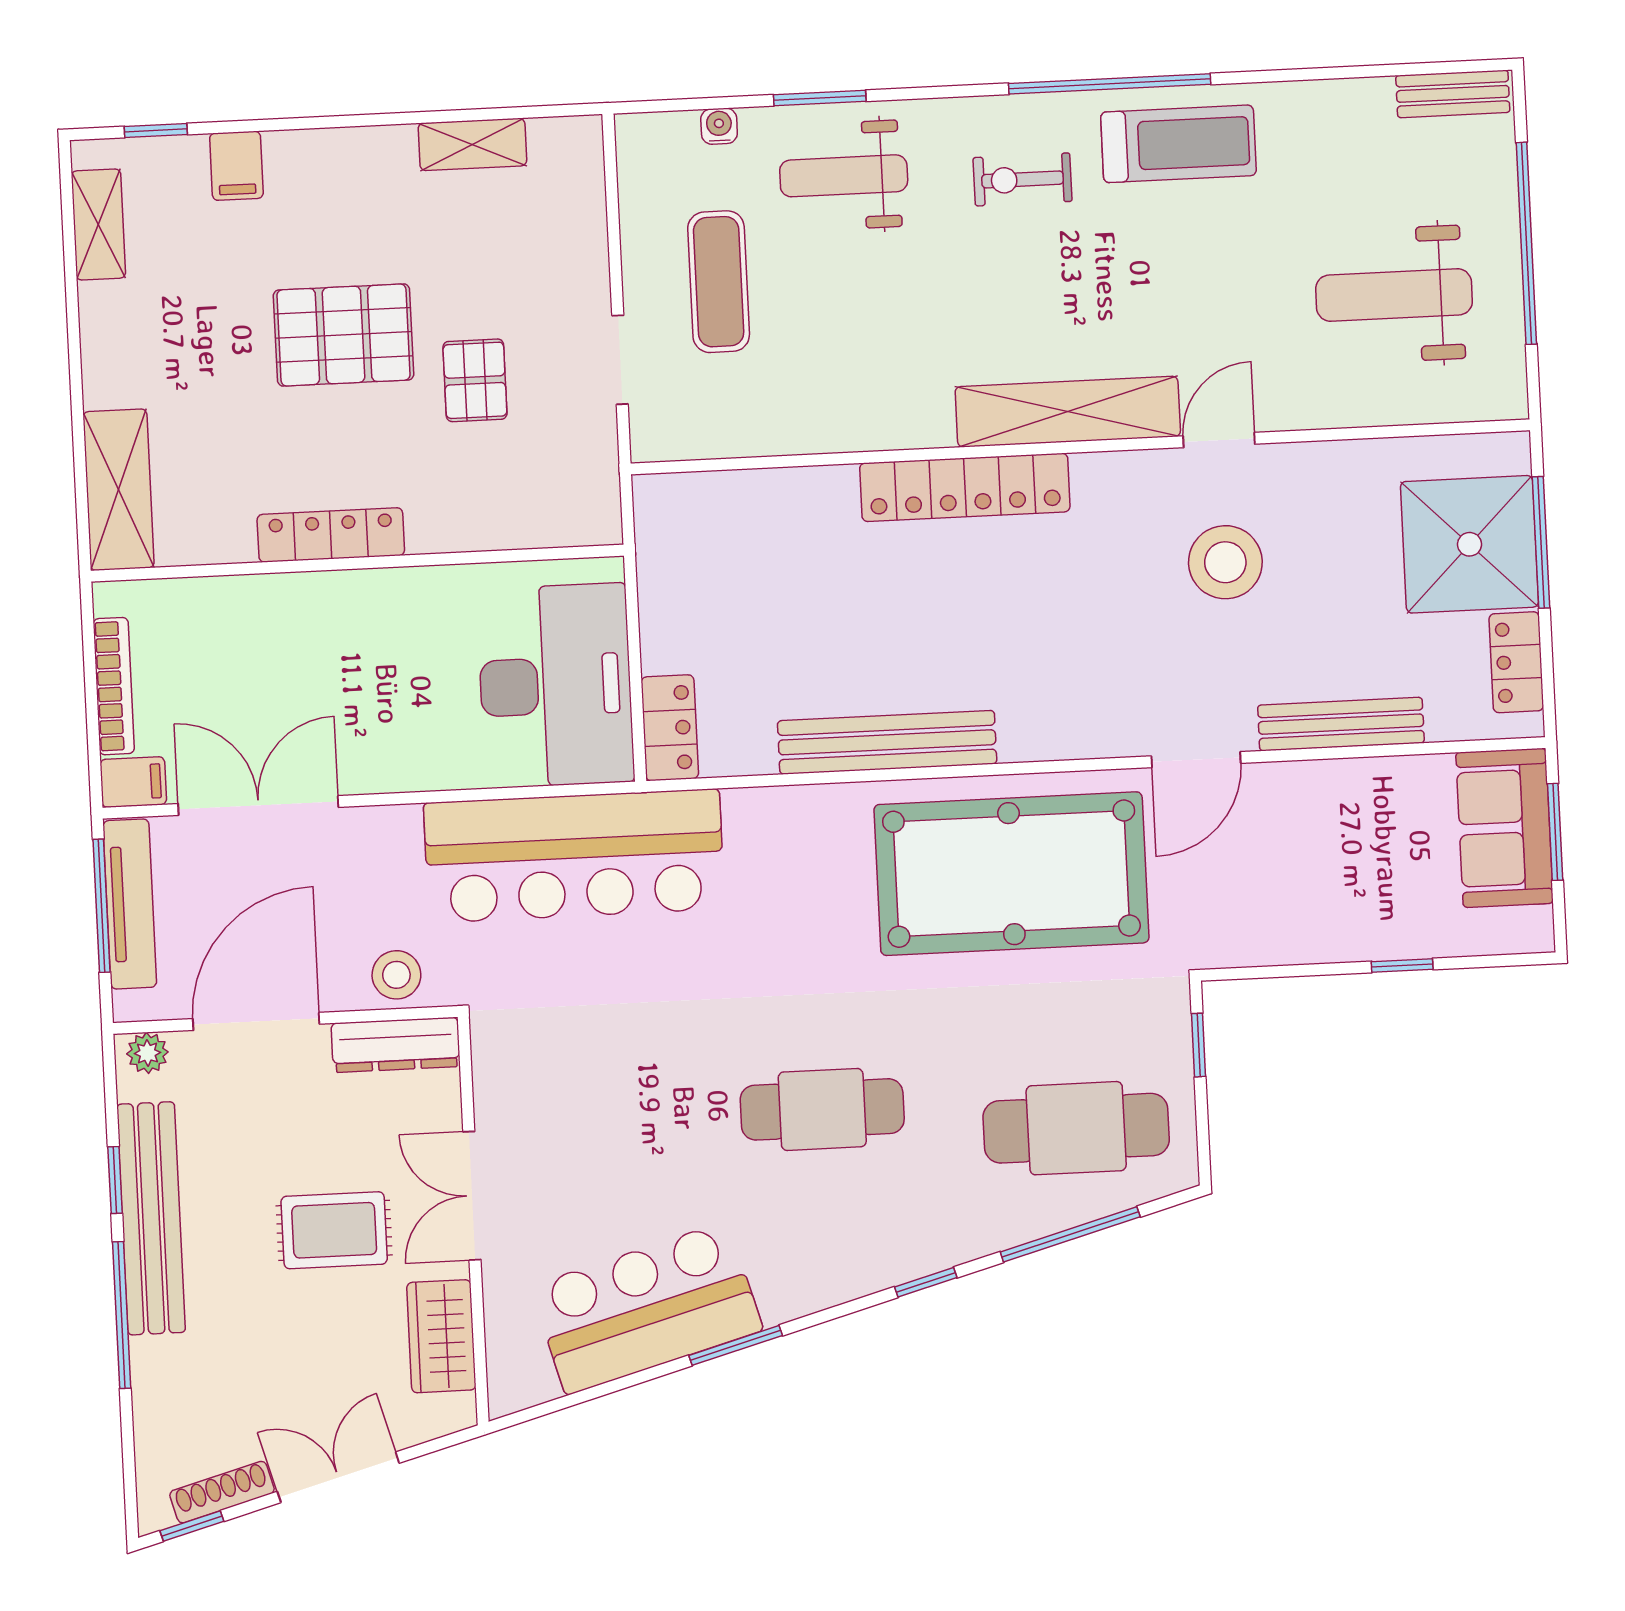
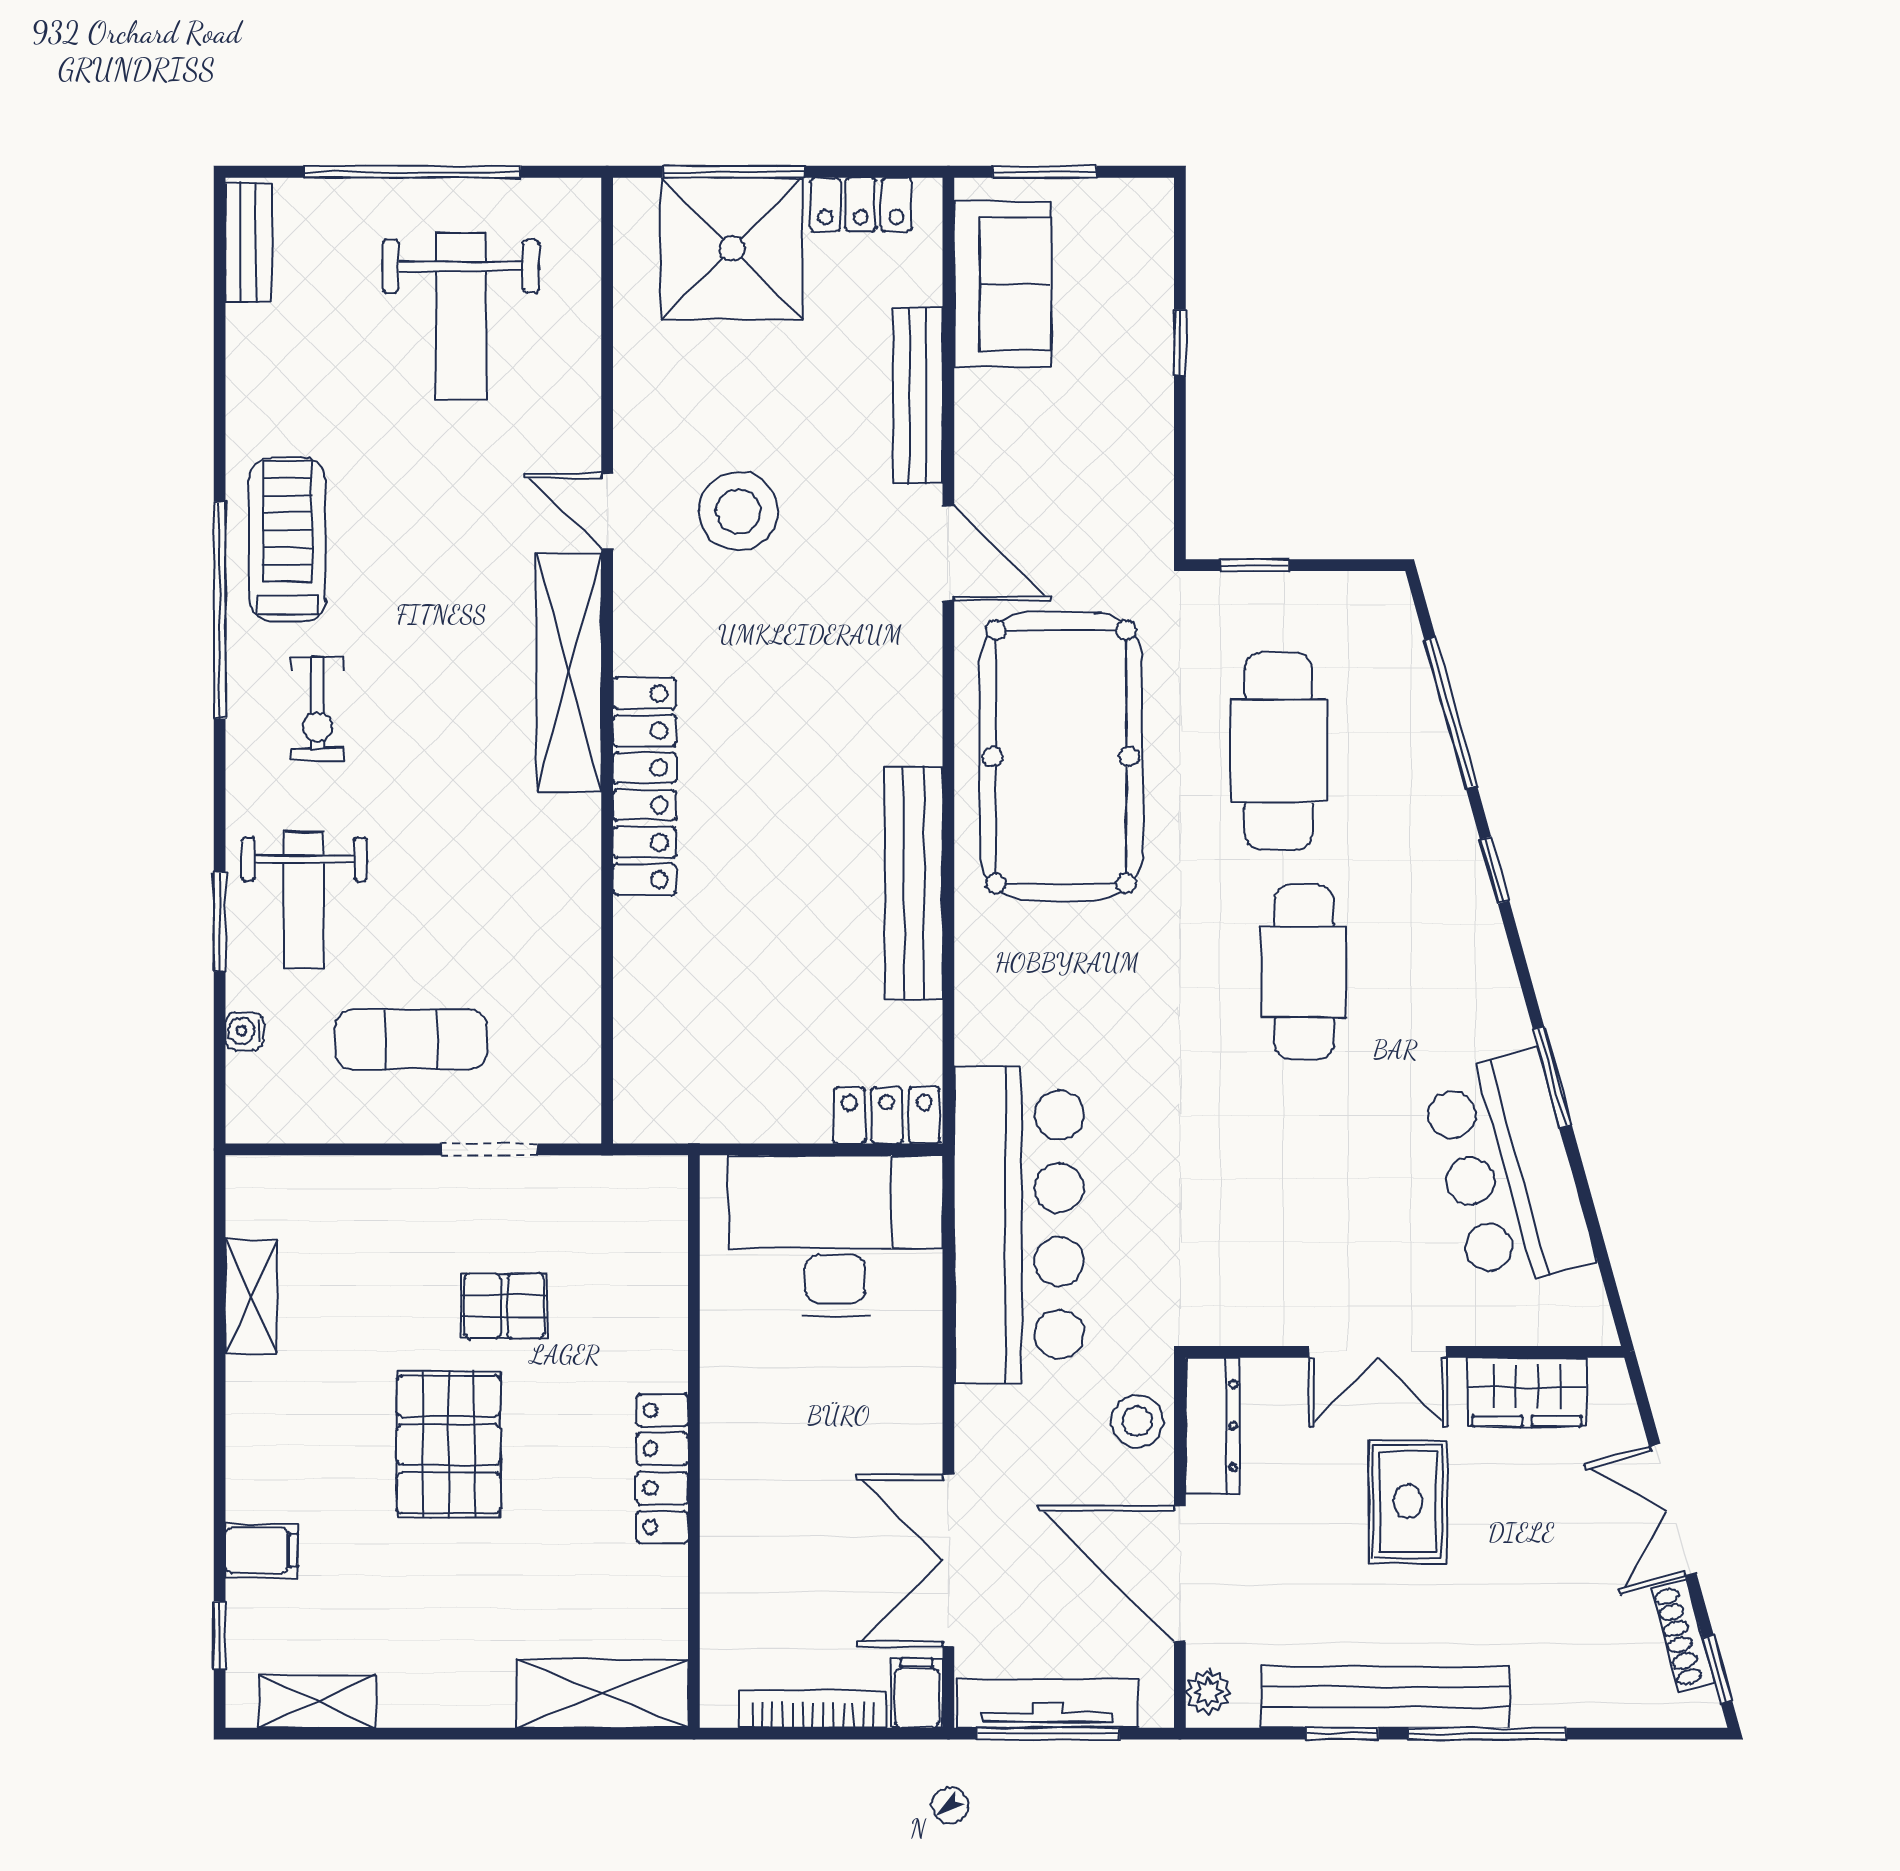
sofa: (1504, 828) -> (1003, 284), moved, turned -90
cafe table: (1076, 1128) -> (1278, 751), moved

